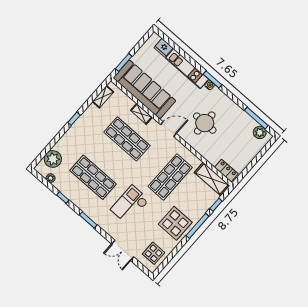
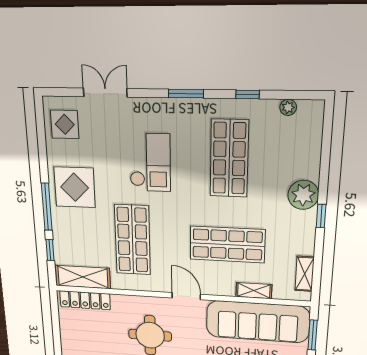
shelving: (141, 114) -> (254, 291), moved
door: (168, 129) -> (186, 296), swing flipped
plant: (53, 159) -> (303, 195), moved
locker: (226, 171) -> (85, 300), width x1.53
shop shelf: (93, 177) -> (229, 158), turned 90

